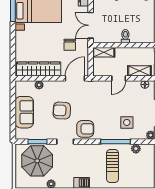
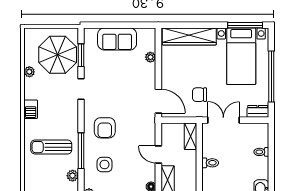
wardrobe: (39, 69) -> (189, 36), moved, turned 90
armchair: (62, 111) -> (119, 85), removed
armchair: (85, 129) -> (105, 128), moved

